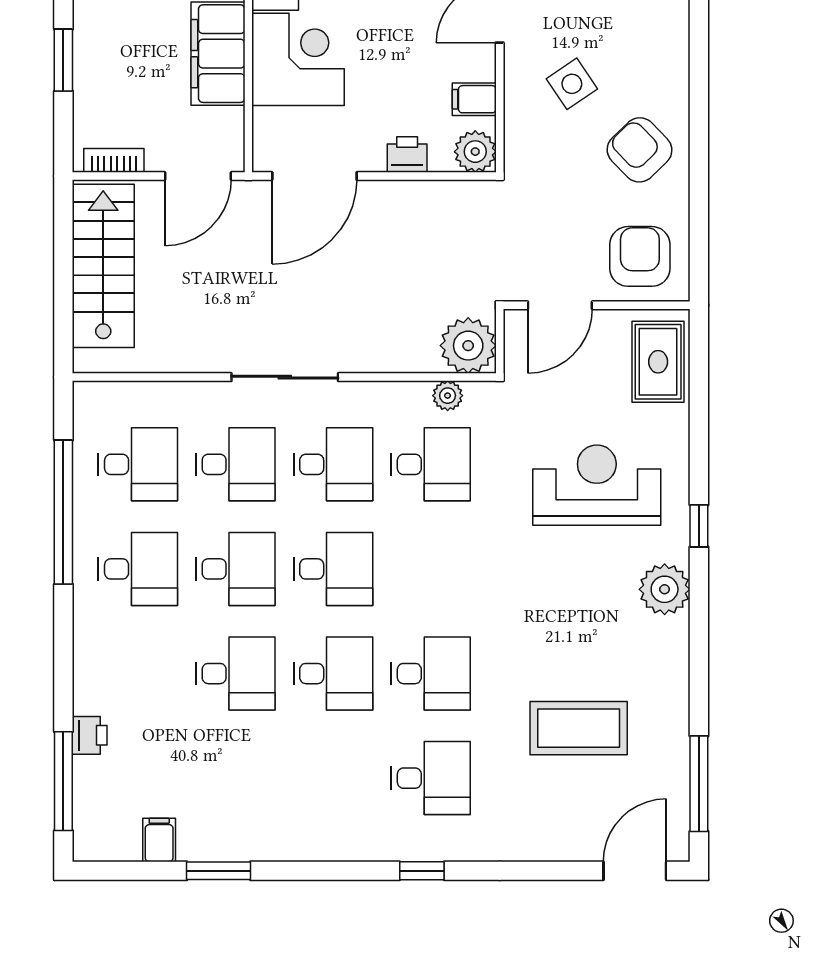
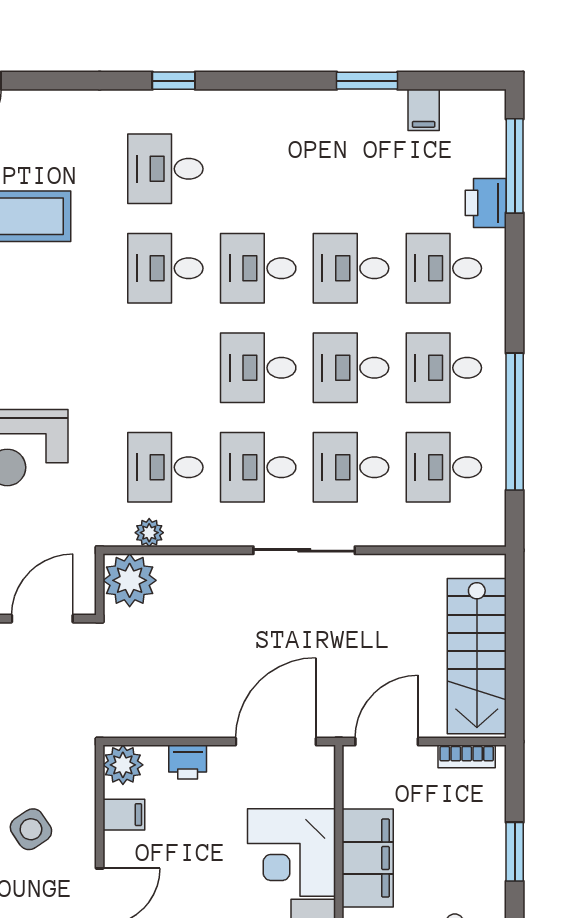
desk: (138, 674) -> (444, 268), added
printer: (90, 735) -> (486, 203), width x1.36, depth x1.24

